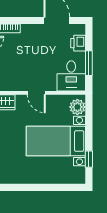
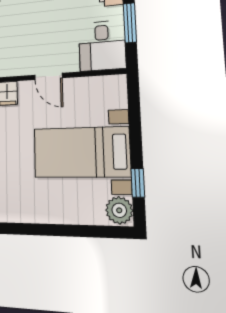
plant: (77, 107) -> (119, 210), moved

